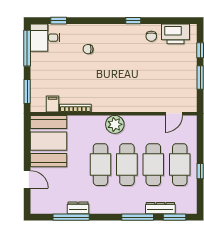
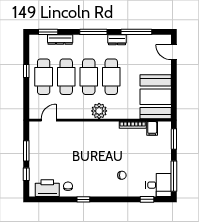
door: (27, 179) -> (174, 52), moved
dresser: (78, 208) -> (117, 40), moved
window: (138, 217) -> (93, 32), moved

